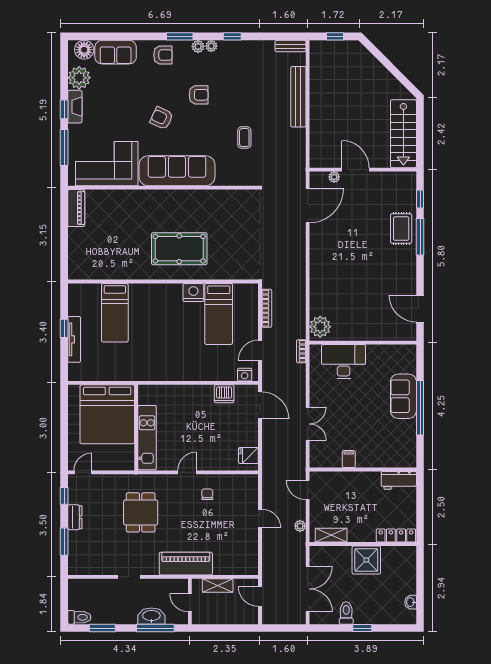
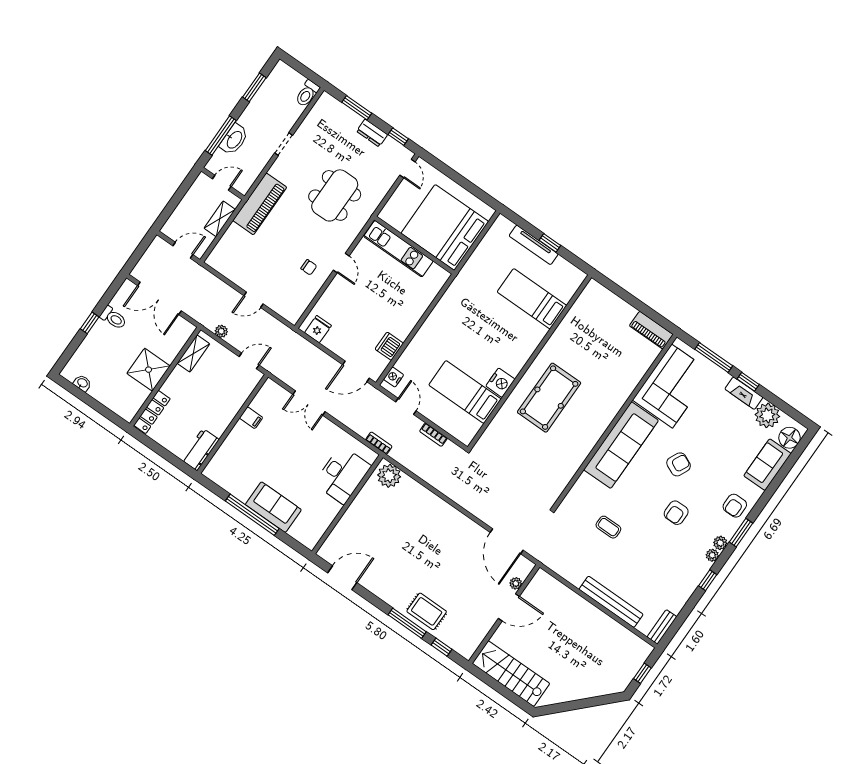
bookcase: (267, 308) -> (433, 435), width x0.64
dining table: (141, 512) -> (335, 195), width x1.38
toilet: (79, 617) -> (307, 94), moved

